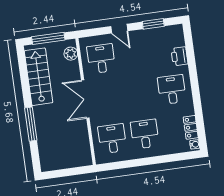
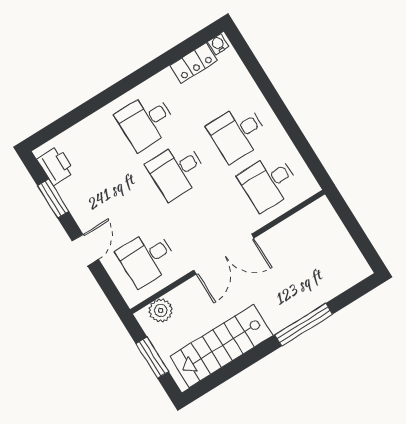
window: (48, 38) -> (152, 358), width x0.69
printer: (180, 56) -> (56, 166), moved, turned -90
desk: (139, 94) -> (177, 170), added

